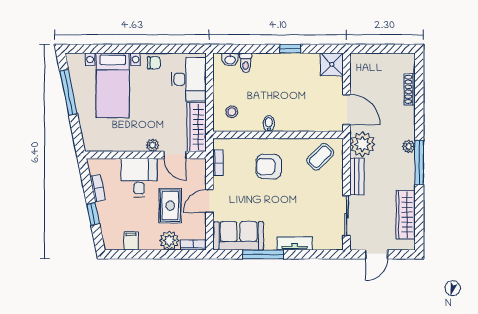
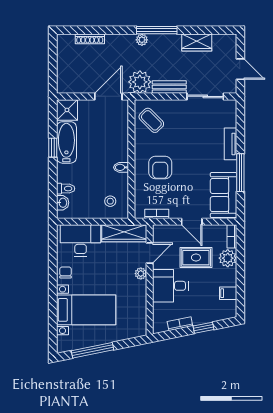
bathtub: (296, 64) -> (66, 142), added
wardrobe: (406, 215) -> (197, 43), width x0.67

